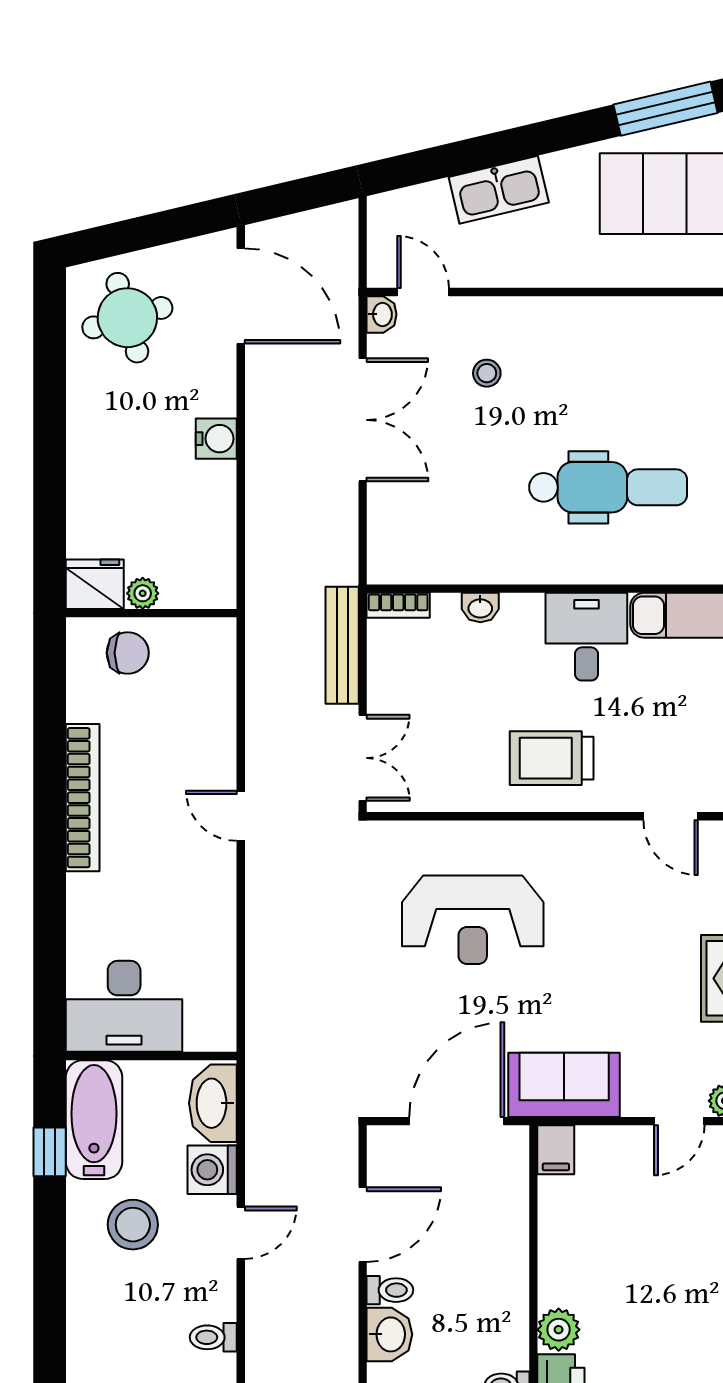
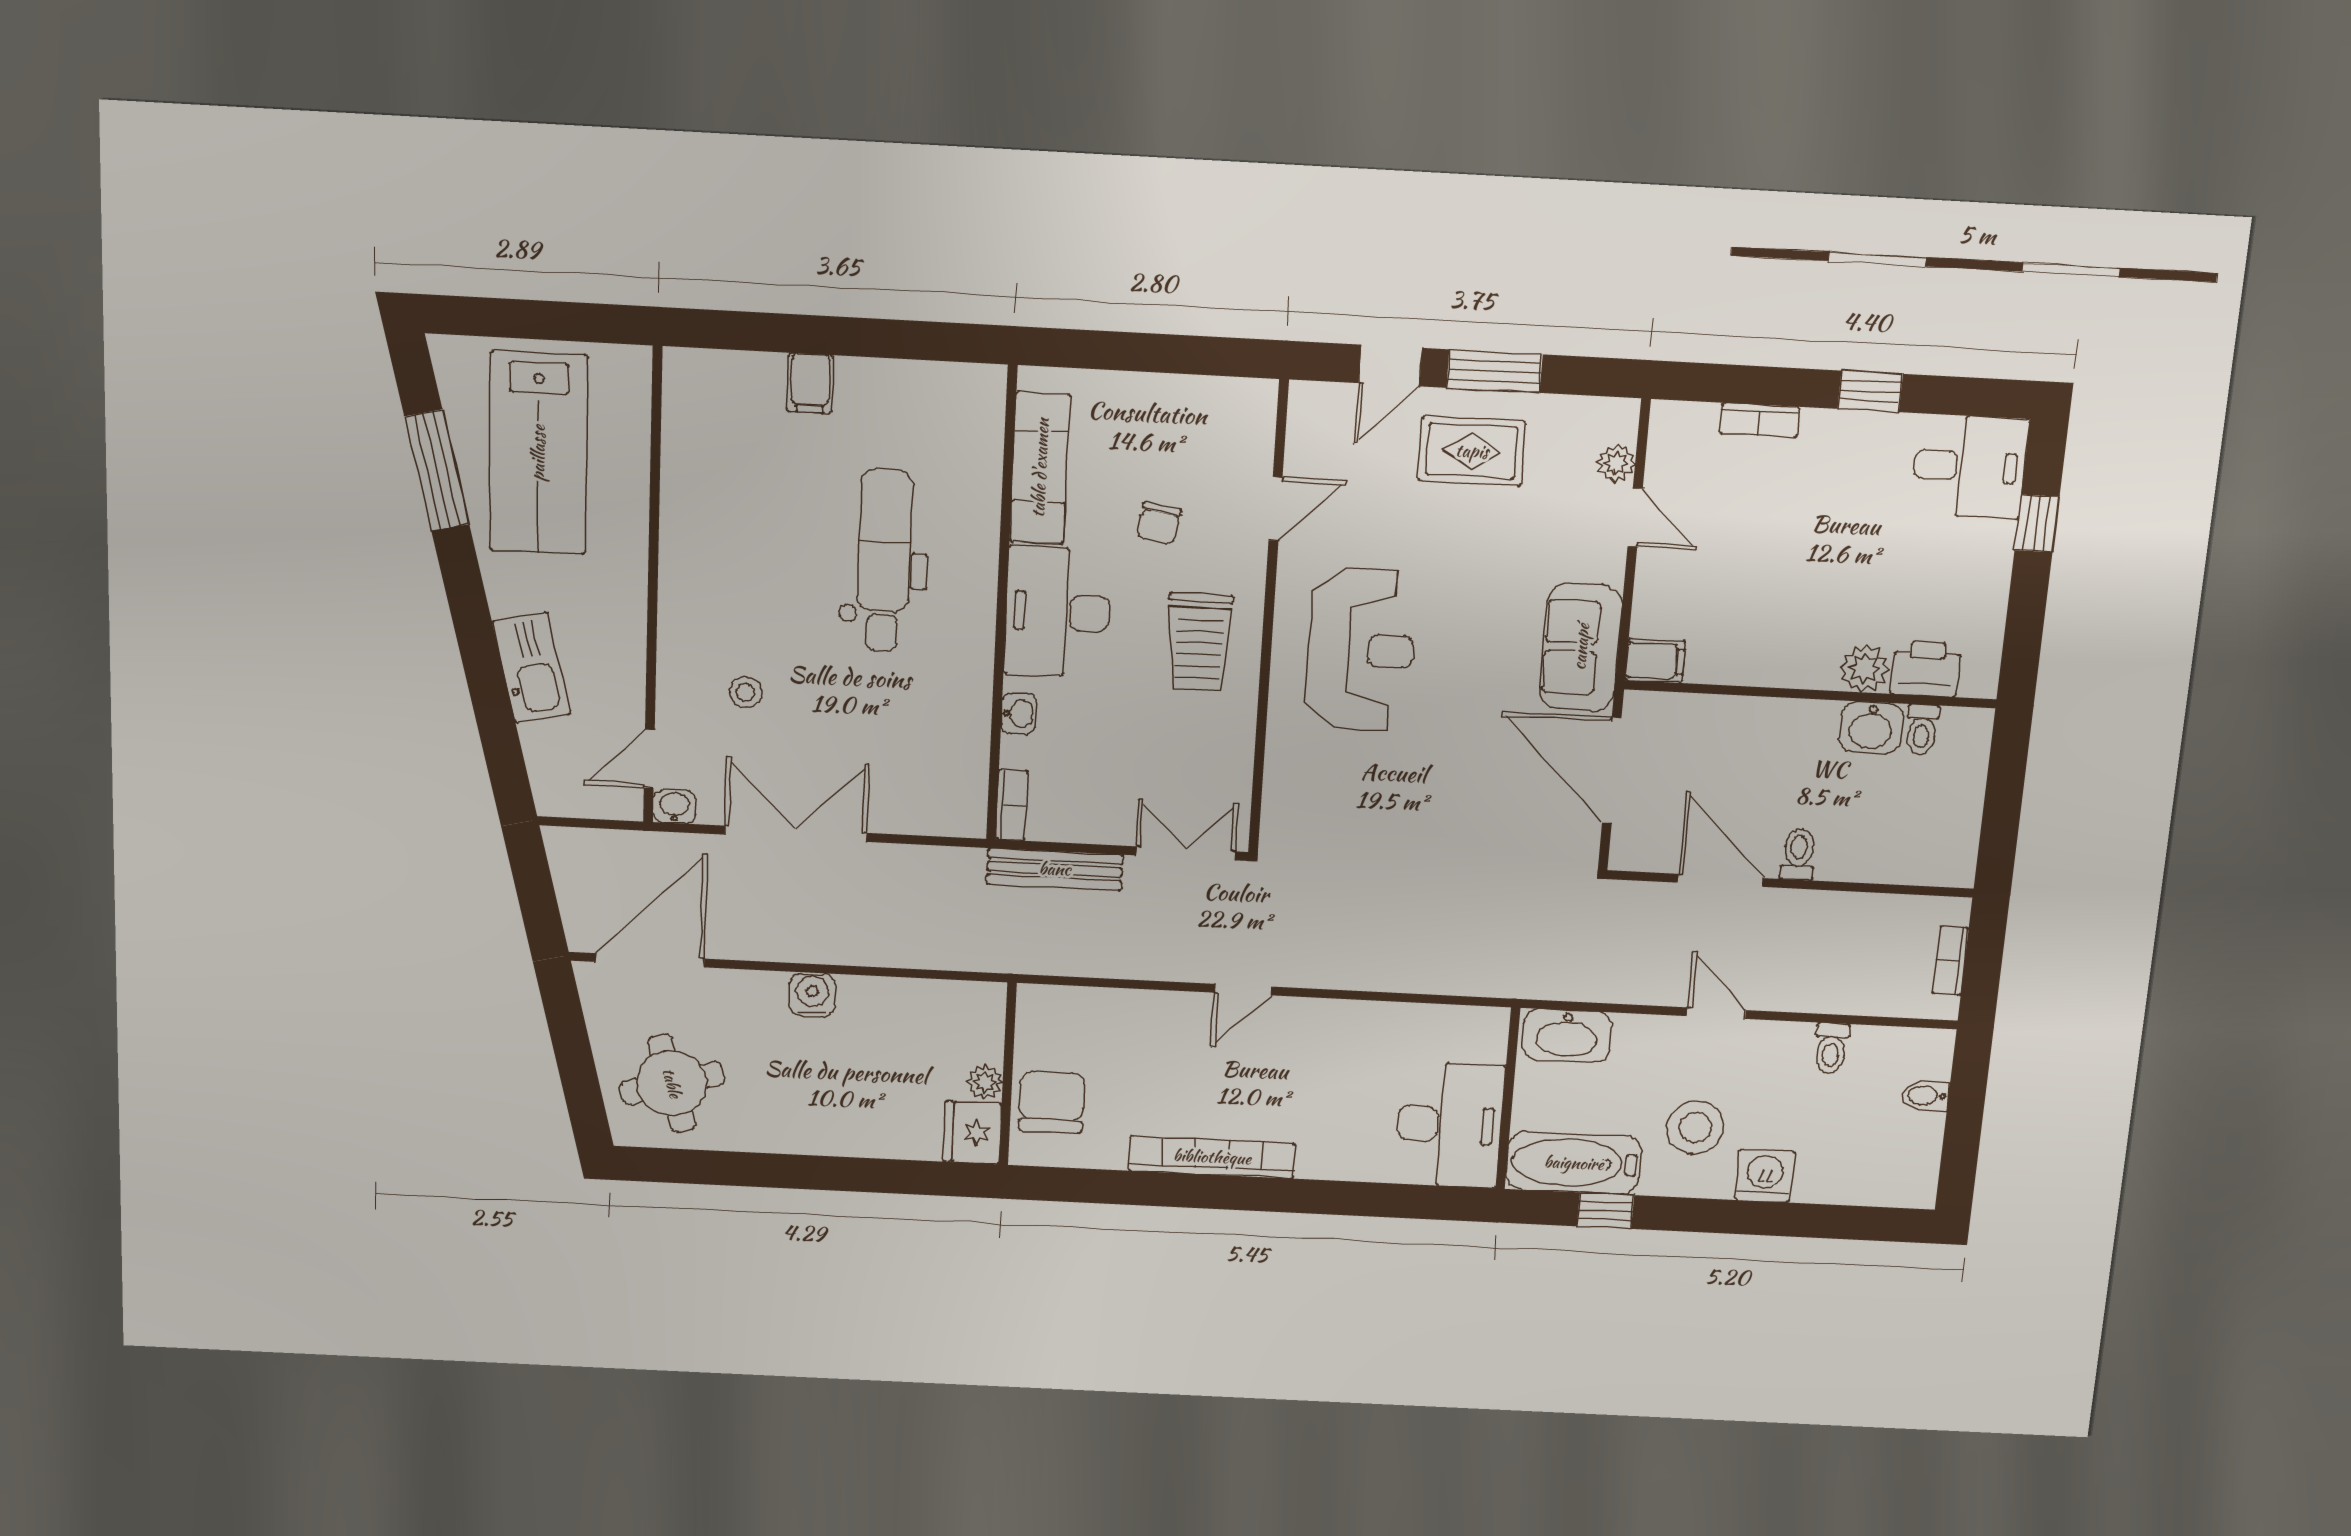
desk: (586, 637) -> (1058, 612), width x1.37
chair: (128, 653) -> (1052, 1102), width x1.37, depth x1.37
chair: (653, 718) -> (1159, 523), added
reception desk: (473, 920) -> (1361, 650), moved
washing machine: (212, 1170) -> (1765, 1176), moved, turned 180
washbasin: (389, 1334) -> (1871, 728), moved, turned 180

